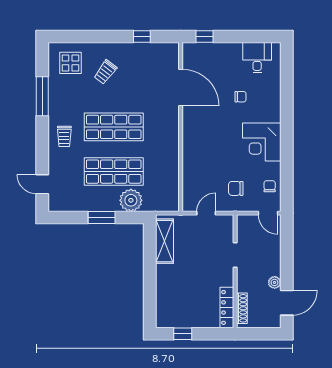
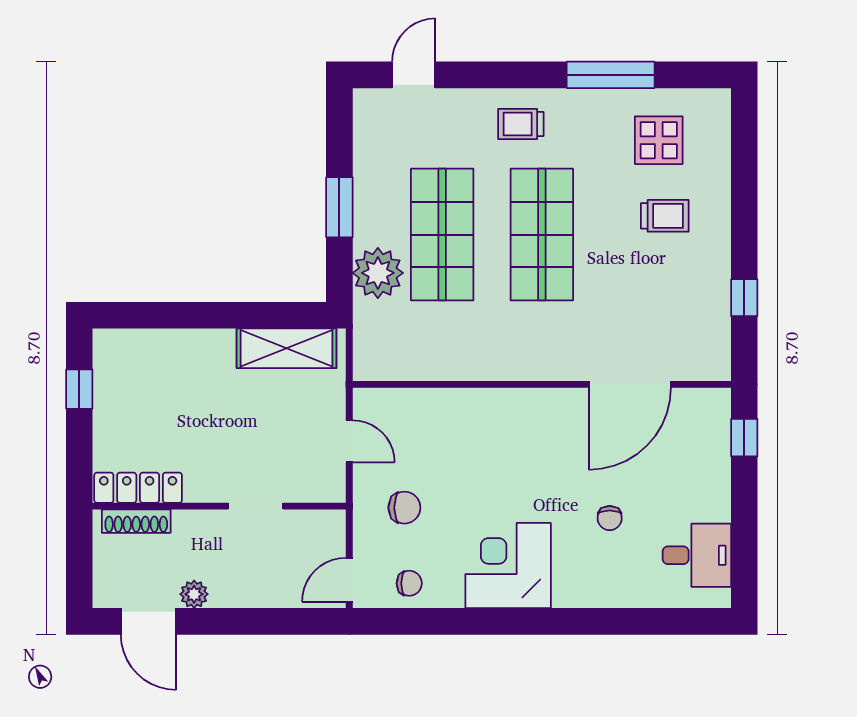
display table: (70, 63) -> (659, 140), moved
trolley: (105, 72) -> (665, 216), turned 143
chair: (236, 188) -> (404, 508), turned 90

